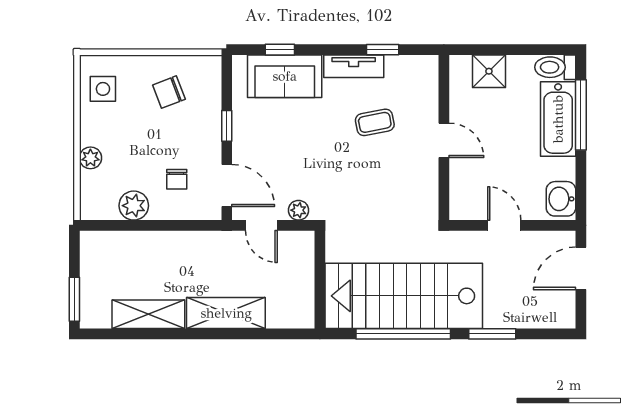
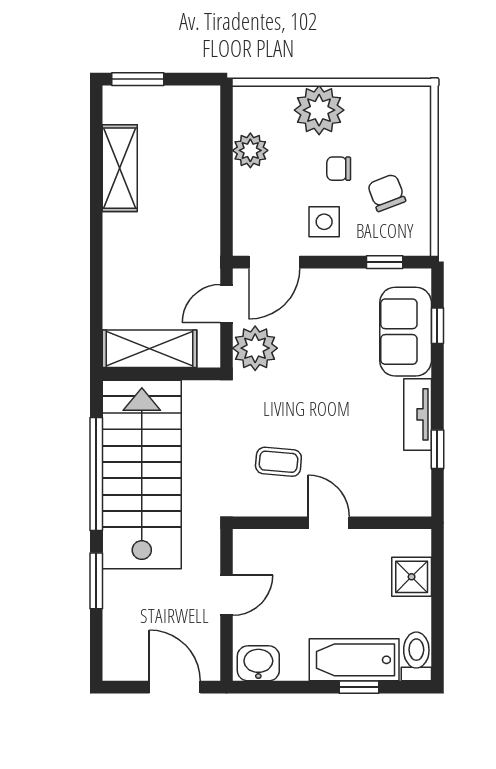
side table: (103, 89) -> (324, 222), moved
window: (581, 115) -> (359, 687), width x0.46
coffee table: (375, 122) -> (278, 462), moved, turned -74
window: (227, 126) -> (385, 262), moved
door: (444, 140) -> (329, 523), swing flipped
plant: (90, 158) -> (319, 110), width x1.87, depth x1.87
chair: (177, 179) -> (339, 169), moved
plant: (298, 210) -> (255, 348), width x1.88, depth x1.88
shelving: (226, 313) -> (150, 349), moved, turned 90

